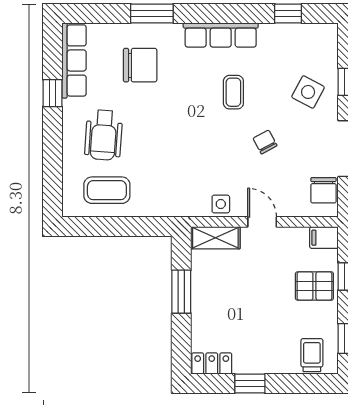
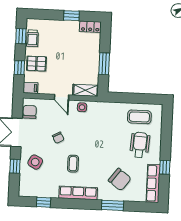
chair: (140, 65) -> (120, 179), turned -143
trolley: (312, 355) -> (32, 38), moved

